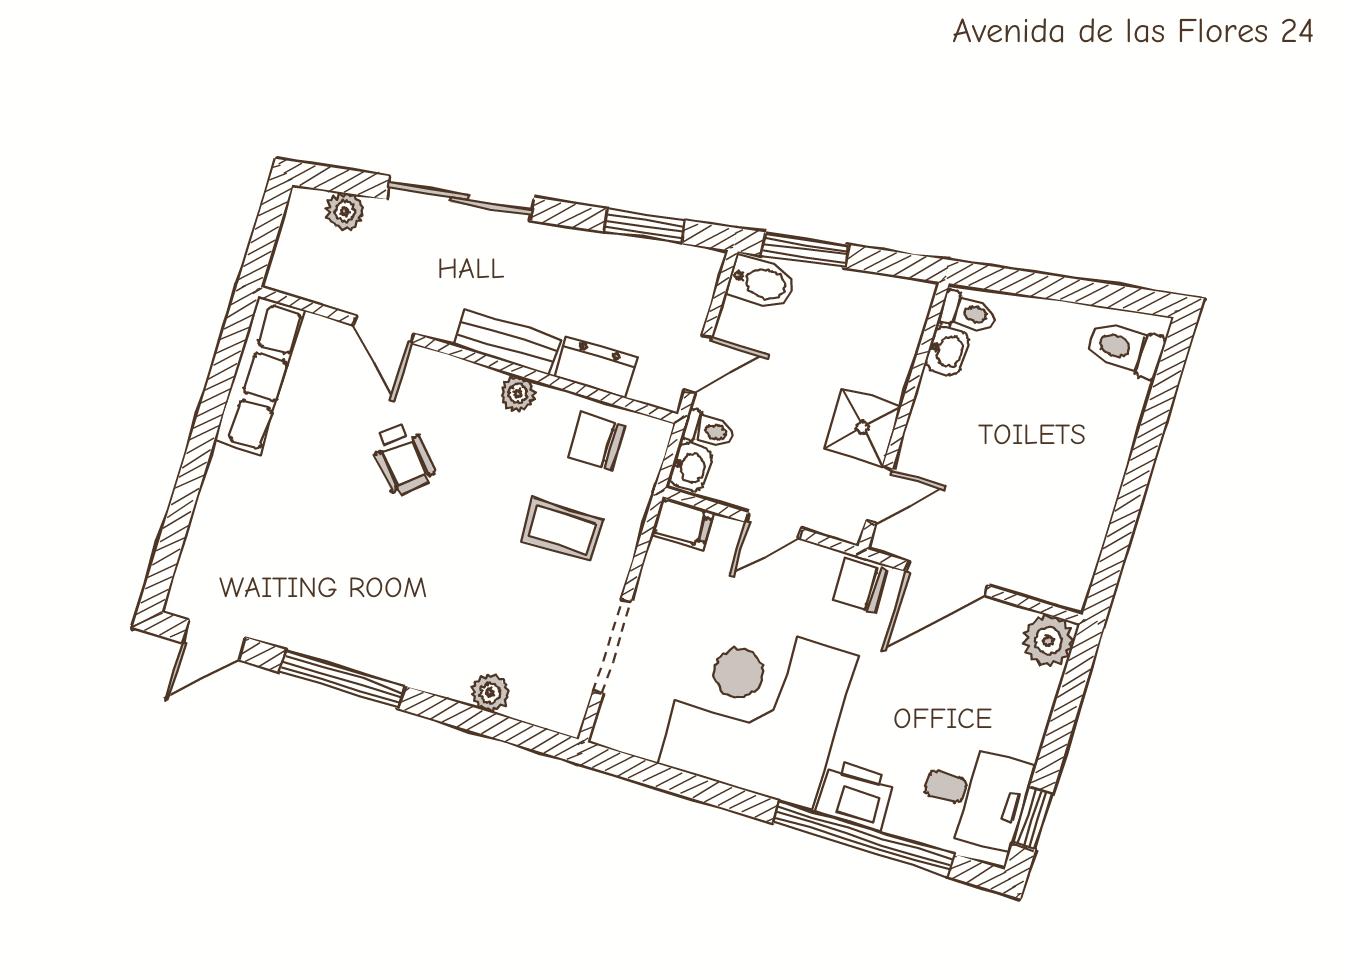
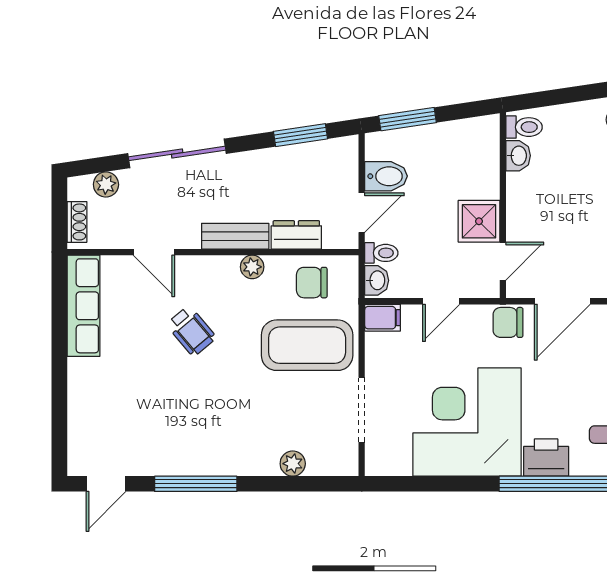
shoe rack: (287, 253) -> (77, 222), added
bidet: (761, 283) -> (386, 176), moved
coffee table: (562, 530) -> (307, 345), width x1.86, depth x1.72

